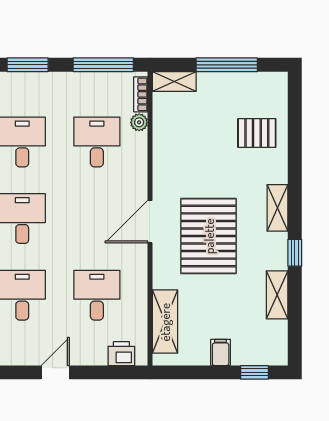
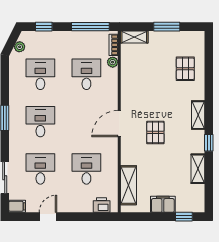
window: (28, 65) -> (44, 27), width x0.67
window: (227, 65) -> (167, 27), width x0.69
pallet: (257, 133) -> (185, 69), turned 90
pallet: (209, 236) -> (155, 132), width x0.49, depth x0.50
filing cabinet: (221, 352) -> (163, 204), width x2.00
door: (55, 372) -> (48, 217), moved

